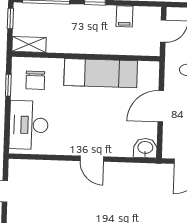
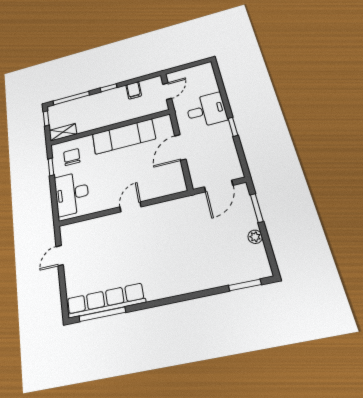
chair: (35, 80) -> (72, 157), turned 180
washbasin: (145, 148) -> (176, 185), removed
door: (92, 159) -> (130, 207), swing flipped

